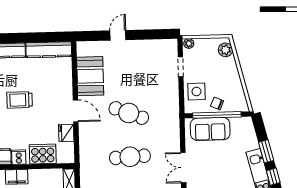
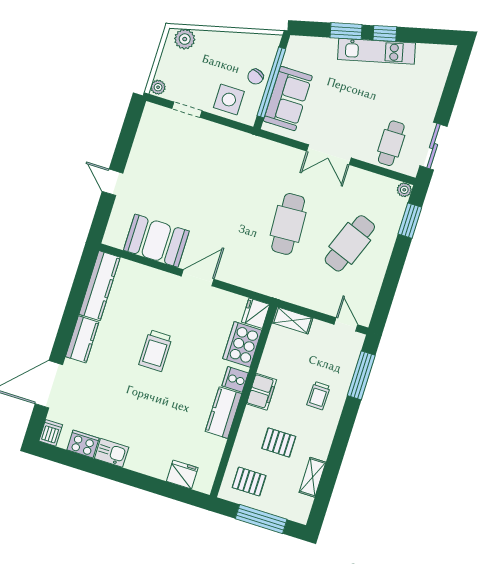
cafe table: (129, 113) -> (226, 204), removed
fridge: (66, 133) -> (256, 313), moved, turned 90

